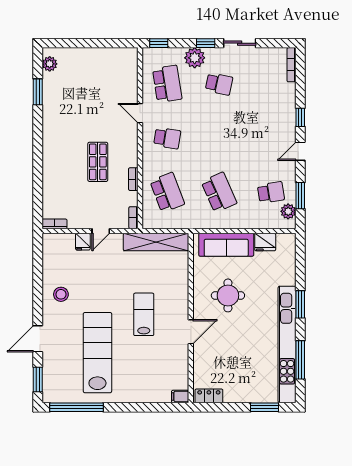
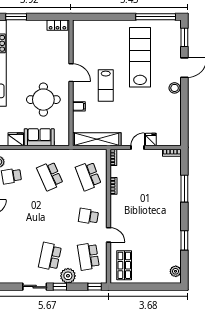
school desk: (219, 84) -> (50, 256), width x1.85
window: (38, 92) -> (184, 240), moved
shop shelf: (98, 162) -> (124, 265), moved
window: (38, 175) -> (184, 189), added
sofa: (226, 245) -> (39, 137), width x0.73
stool: (61, 294) -> (175, 88), moved
round table: (228, 295) -> (43, 100), width x1.36, depth x1.36
door: (191, 332) -> (71, 73), swing flipped
lab bench: (97, 353) -> (140, 57), turned 180
filing cabinet: (180, 396) -> (79, 106), moved

